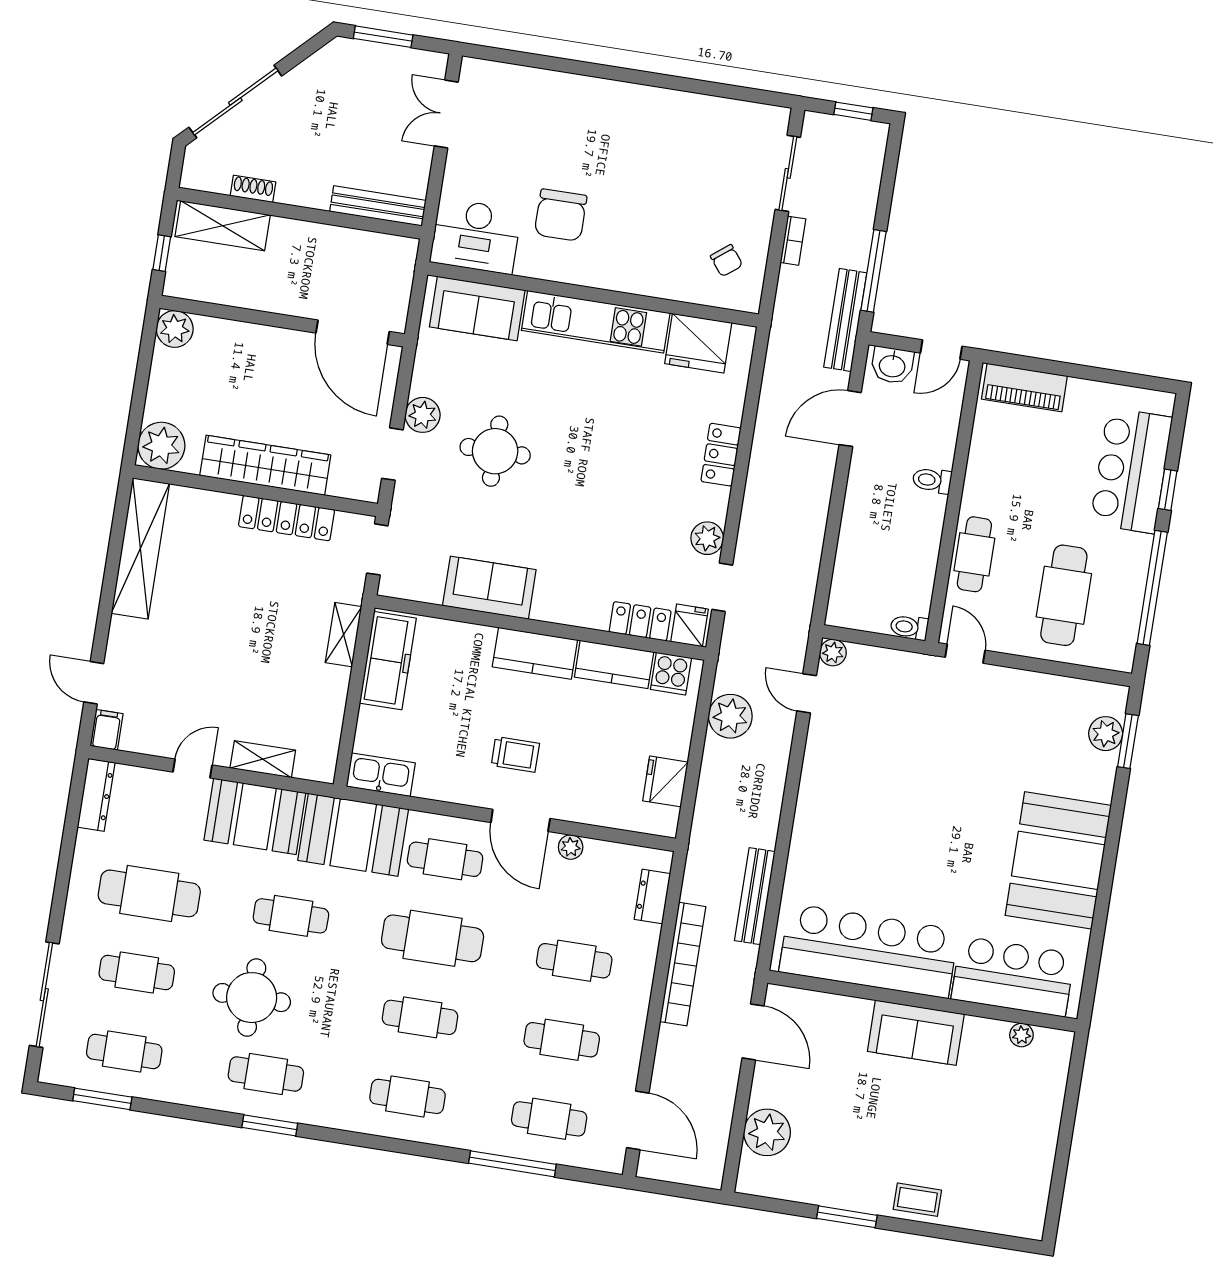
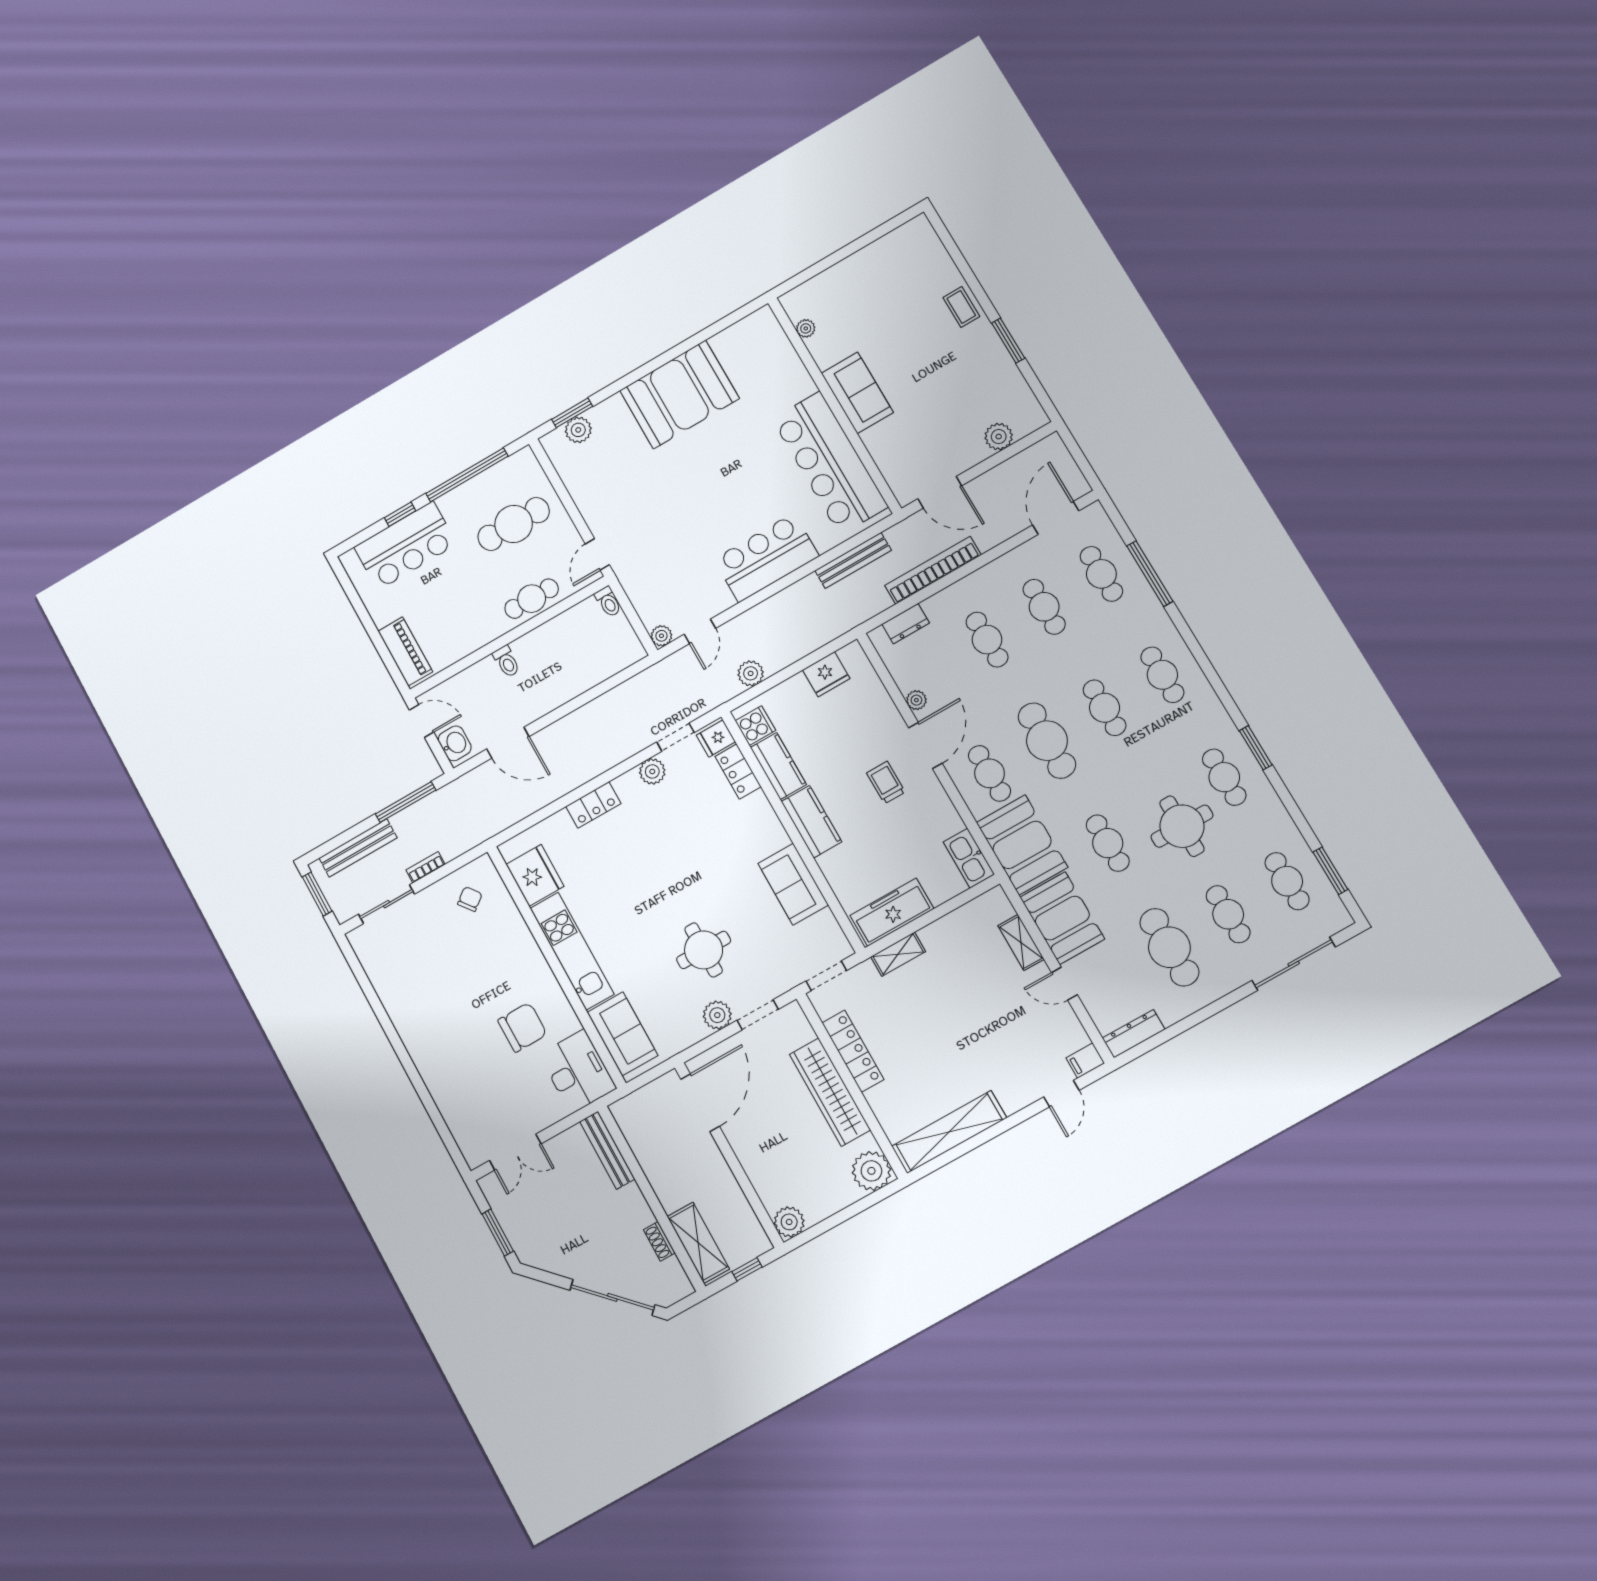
window: (853, 111) -> (317, 894), width x1.50
bench: (845, 320) -> (358, 848), moved
plant: (730, 716) -> (751, 673), width x0.73, depth x0.73
bar counter: (1013, 976) -> (766, 558), moved, turned 90
door: (753, 1032) -> (940, 492), swing flipped
plant: (767, 1132) -> (999, 437), width x0.73, depth x0.73

